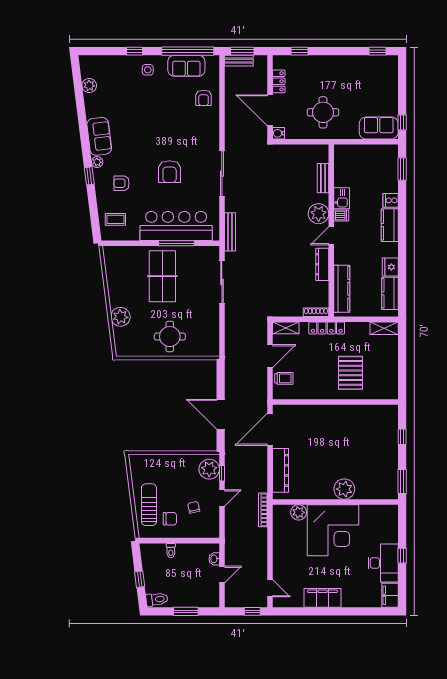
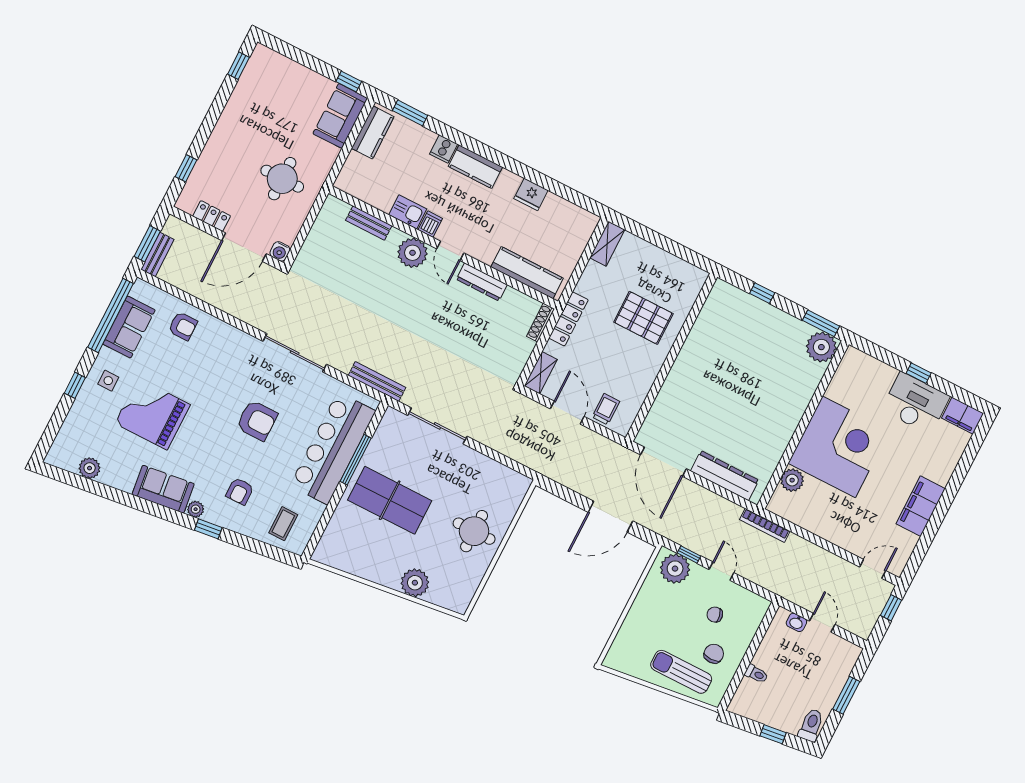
grand piano: (141, 107) -> (152, 414), added
kitchen counter: (390, 293) -> (373, 132), moved, turned -90
plant: (344, 489) -> (821, 347), moved

